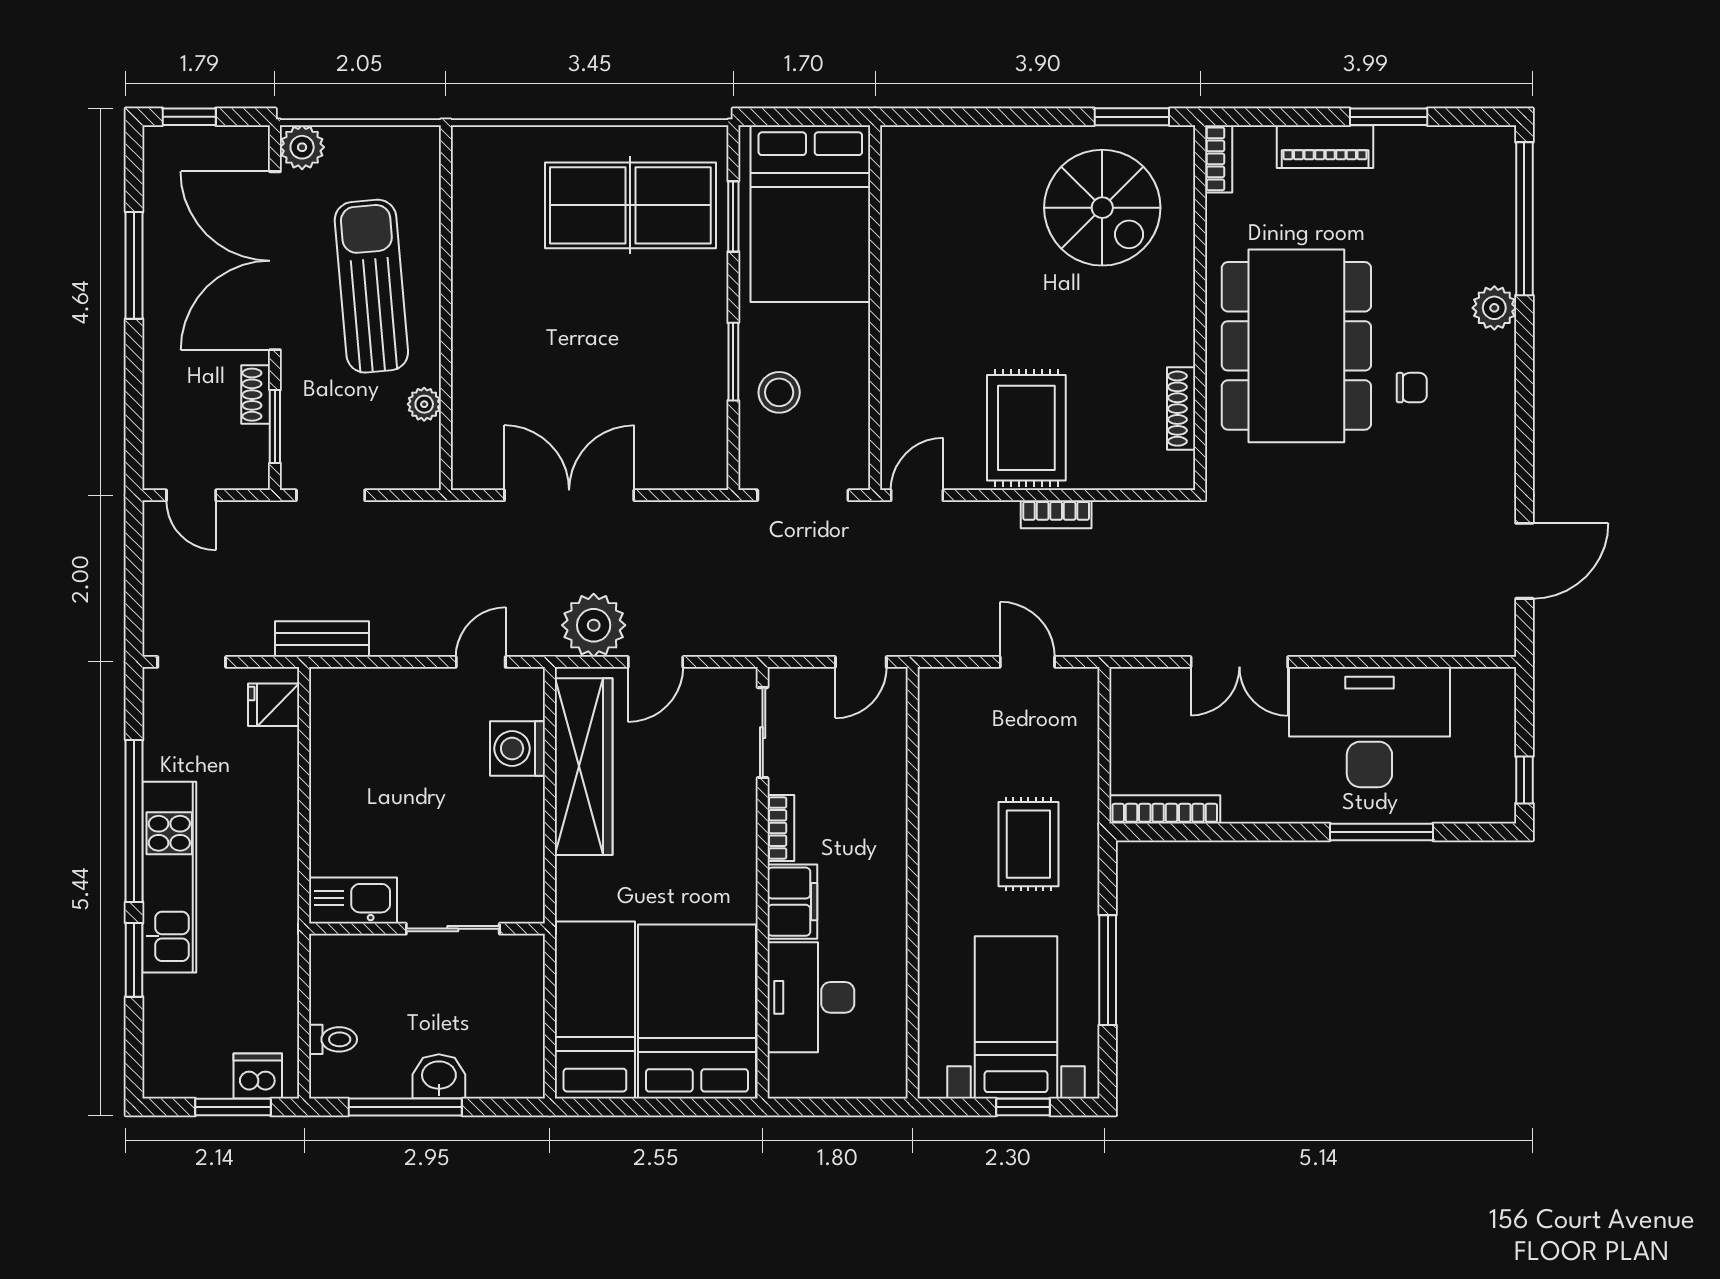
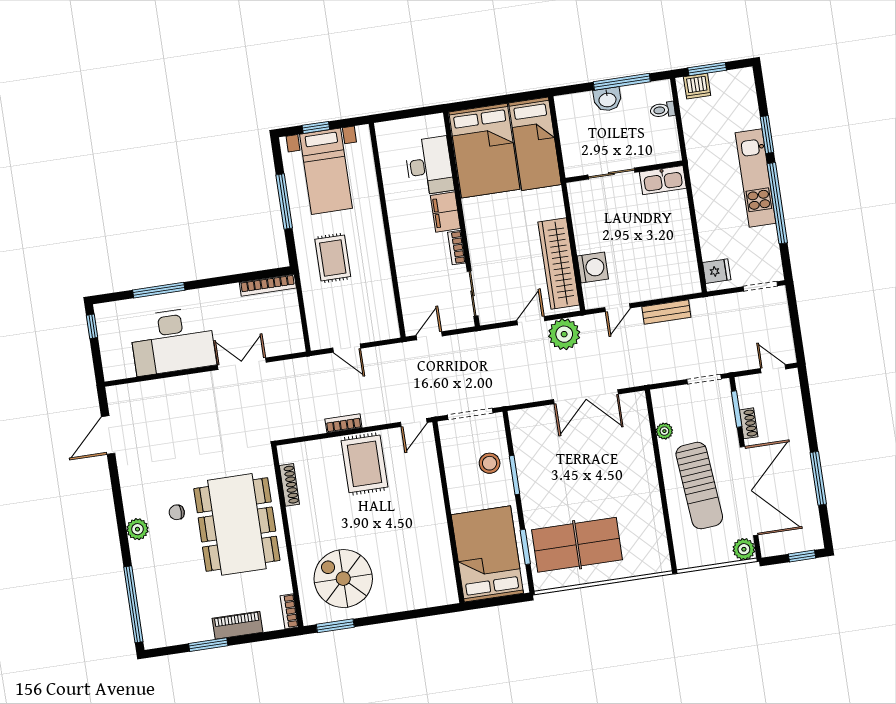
plant: (1494, 308) -> (137, 529), moved
bench: (322, 639) -> (666, 312), moved

